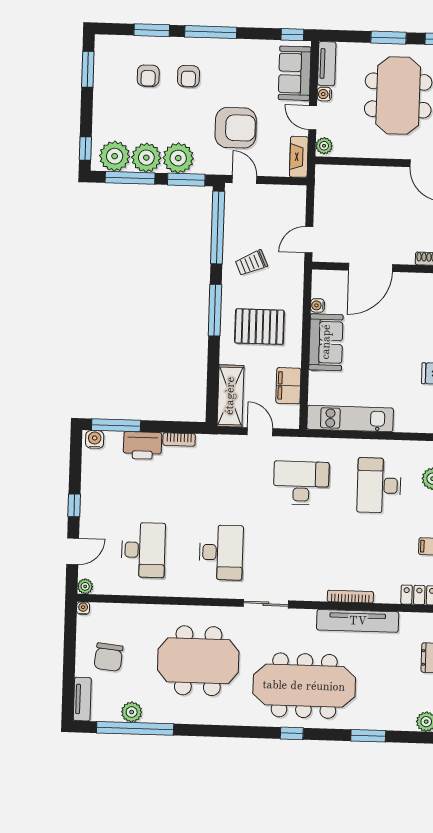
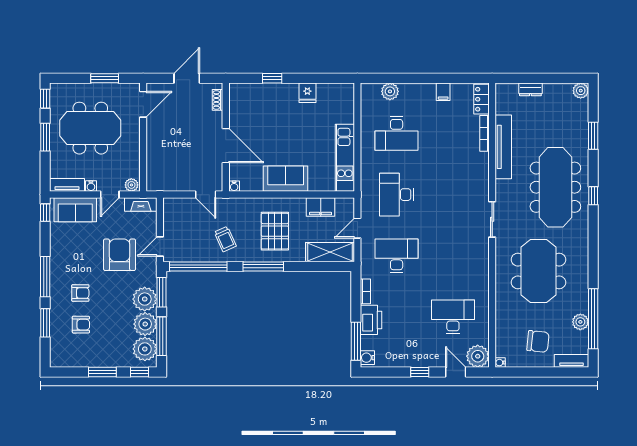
window: (88, 69) -> (102, 372), moved
water cooler: (317, 305) -> (234, 186), moved
desk: (221, 552) -> (397, 256), moved
plant: (85, 586) -> (478, 356), width x1.88, depth x1.88
bookcase: (350, 597) -> (484, 133), moved

